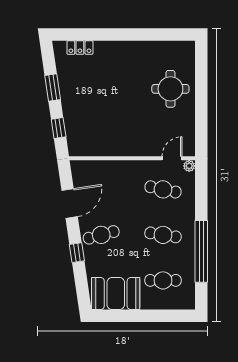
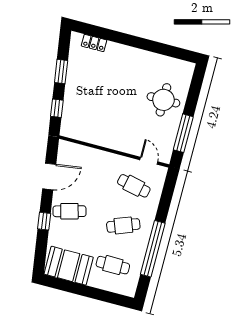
window: (201, 119) -> (183, 133), added
door: (172, 158) -> (149, 161), hinge flipped
plant: (189, 166) -> (162, 171), removed
cafe table: (163, 235) -> (123, 225), turned -30

